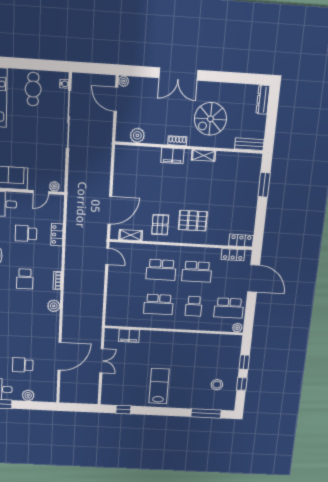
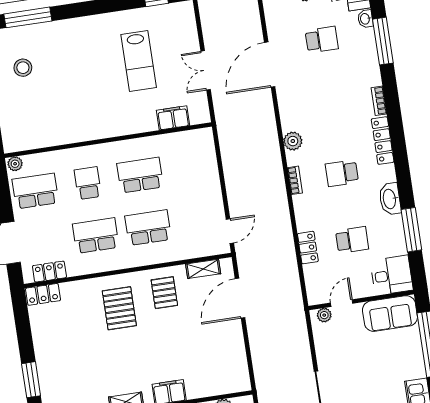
pallet: (193, 221) -> (119, 308), turned 90
door: (107, 256) -> (230, 231), swing flipped
school desk: (25, 279) -> (342, 173), turned -90
lab bench: (159, 386) -> (139, 61), moved

